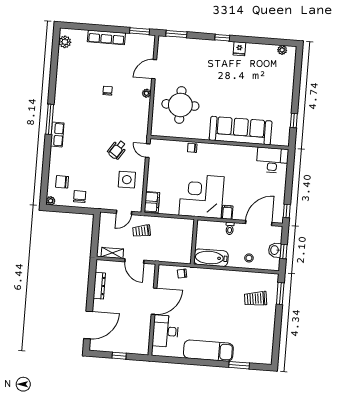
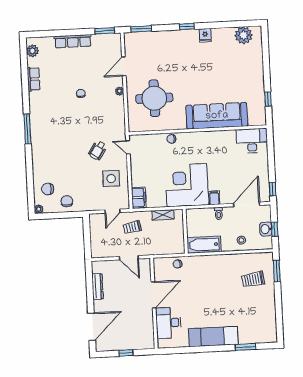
plant: (282, 50) -> (244, 35), width x1.87, depth x1.87
row of seats: (57, 135) -> (33, 79), moved
shelving: (112, 253) -> (163, 215), moved

